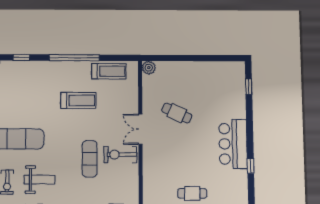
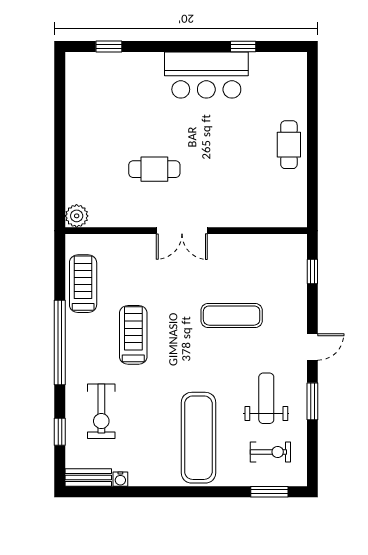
cafe table: (177, 113) -> (154, 169), turned 65
exercise bike: (120, 155) -> (101, 411), moved

